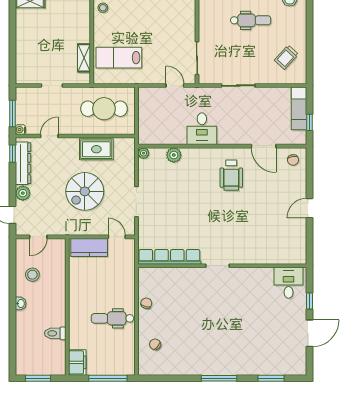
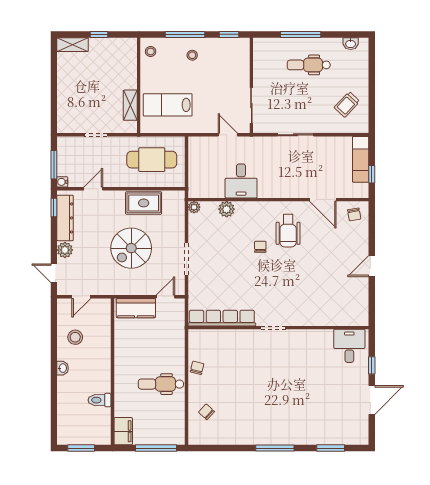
stool: (142, 11) -> (192, 55), added
dental chair: (251, 20) -> (309, 65), turned 180
desk: (202, 129) -> (241, 181), moved
chair: (205, 190) -> (260, 247), added
door: (117, 237) -> (165, 297), hinge flipped

